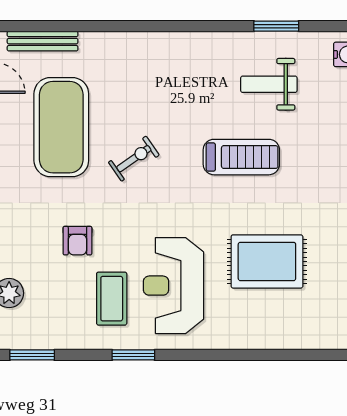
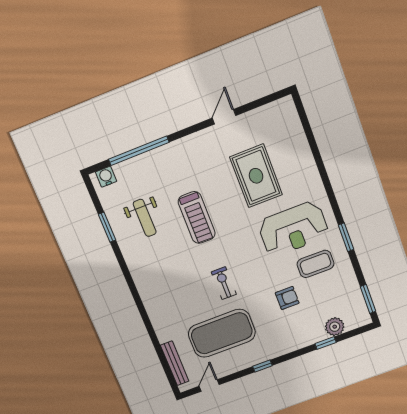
treadmill: (241, 157) -> (197, 218), turned 180
exercise bike: (134, 159) -> (224, 283), turned 35

